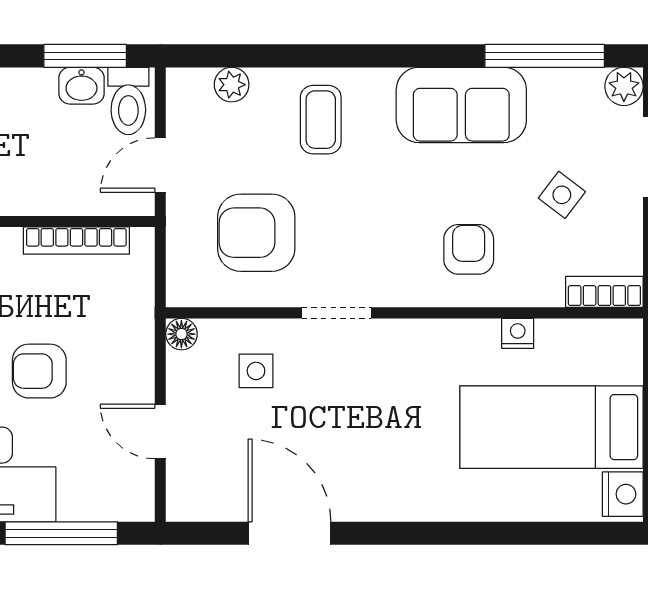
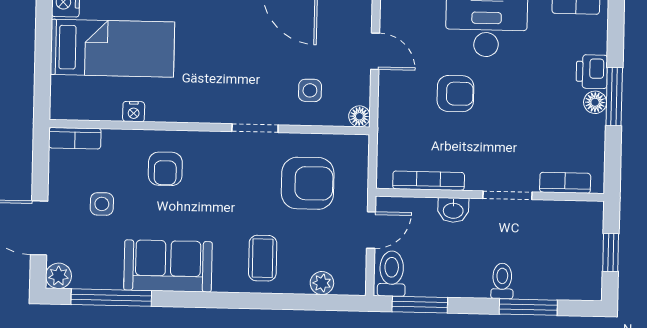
washbasin: (81, 86) -> (453, 210), moved, turned 180
side table: (562, 195) -> (102, 204), turned -37

